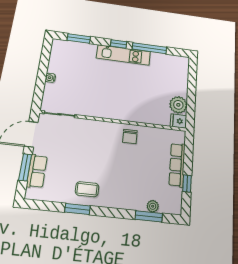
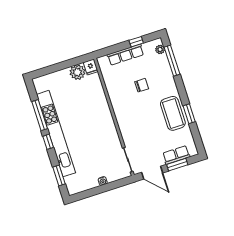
kitchen unit: (123, 55) -> (56, 134), width x1.86
chair: (130, 136) -> (142, 85), moved
coffee table: (87, 189) -> (173, 113), width x1.86, depth x1.72
plant: (153, 206) -> (160, 49), moved
window: (149, 216) -> (172, 61), width x1.44

